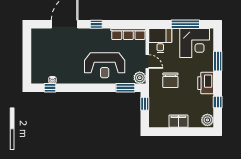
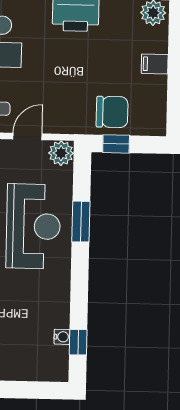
chair: (170, 80) -> (112, 112), moved
window: (125, 88) -> (81, 222), moved
filing cabinet: (178, 121) -> (155, 64), width x0.50

